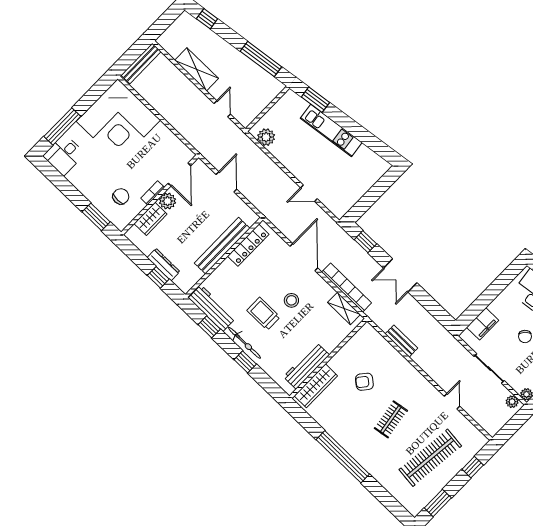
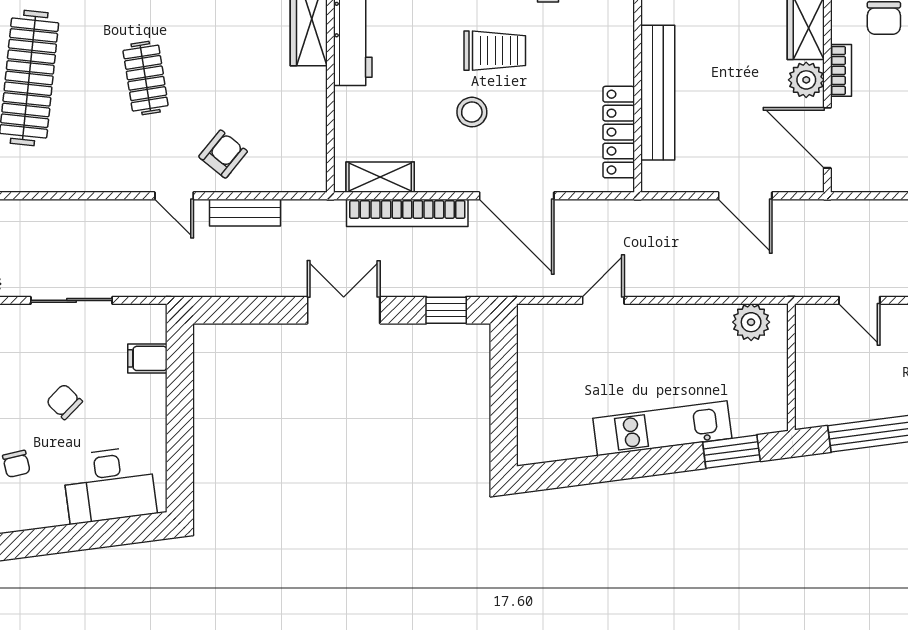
filing cabinet: (483, 324) -> (147, 358), width x0.50
armchair: (364, 382) -> (223, 154), moved
door: (452, 401) -> (174, 196), moved

